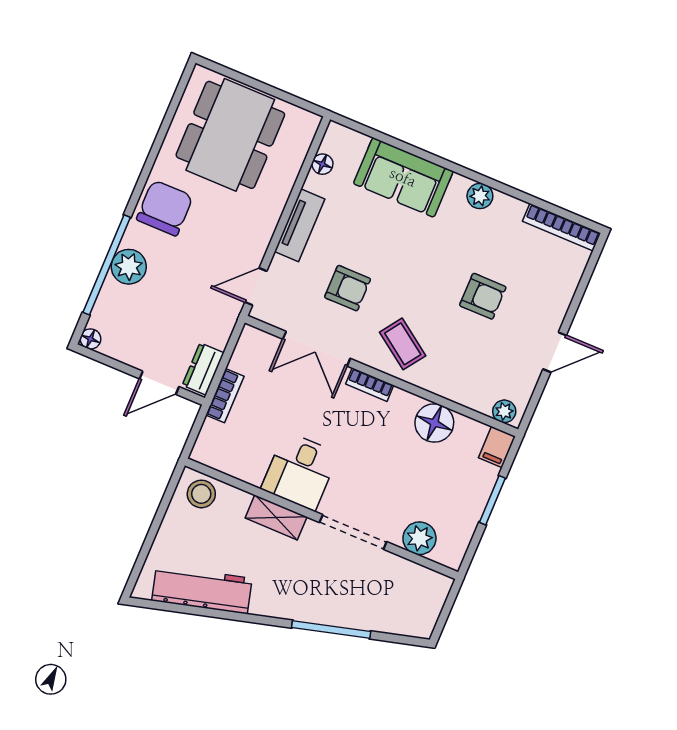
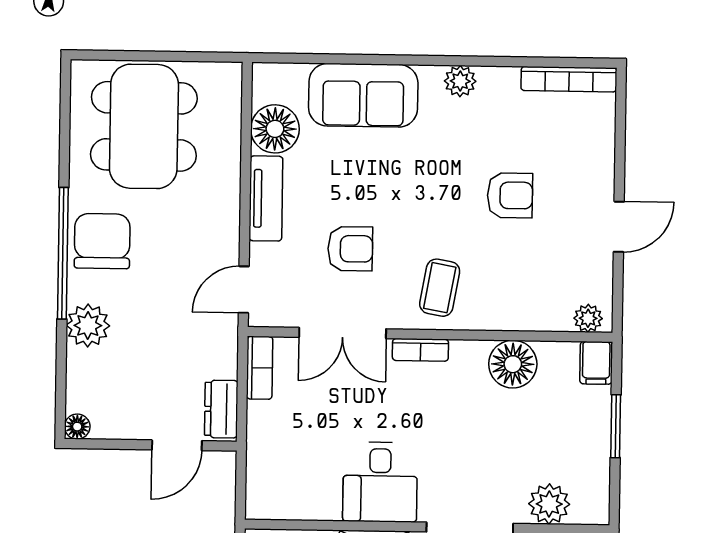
floor lamp: (322, 164) -> (275, 129), width x1.89, depth x1.89
window: (107, 265) -> (63, 253), moved
coffee table: (403, 344) -> (440, 288), turned 65
bookcase: (225, 396) -> (260, 368), moved

